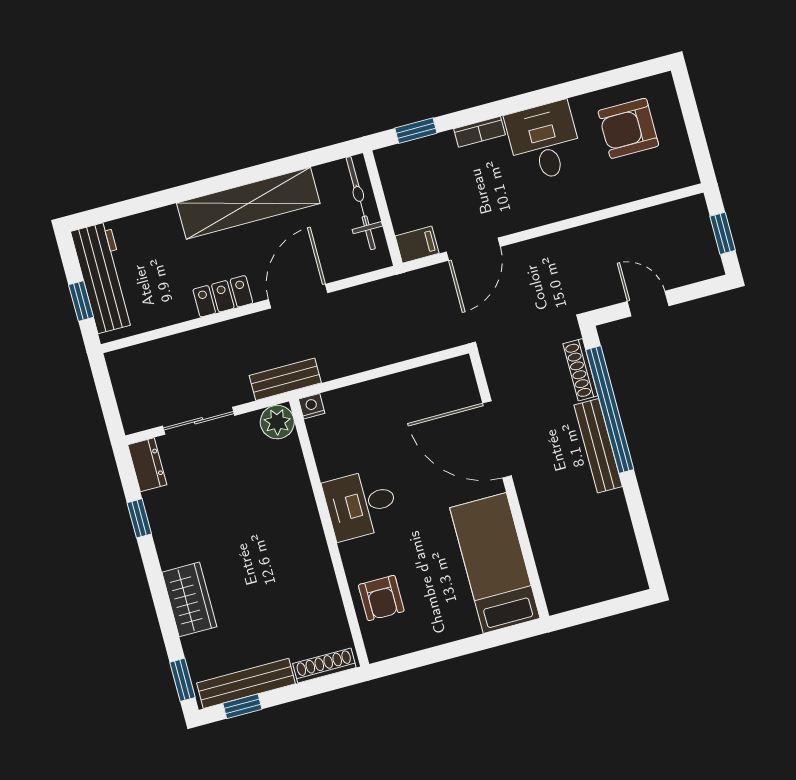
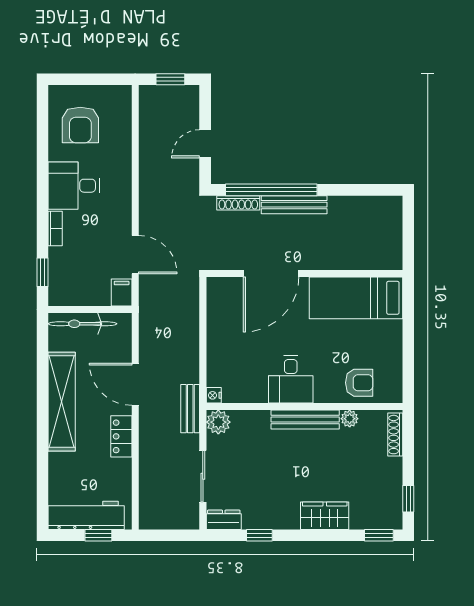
plant: (329, 598) -> (350, 419), added
bench: (246, 683) -> (305, 420), moved, turned 90

